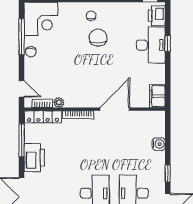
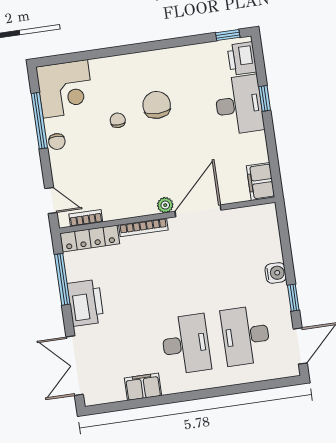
chair: (91, 16) -> (118, 120), moved
plant: (59, 102) -> (165, 205), moved
water cooler: (159, 144) -> (276, 273), moved

